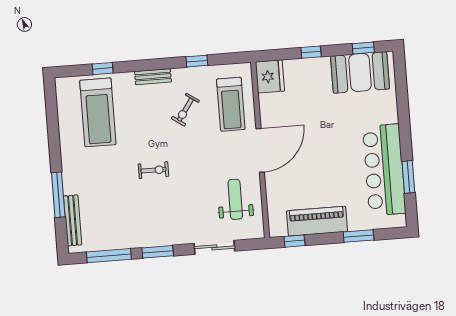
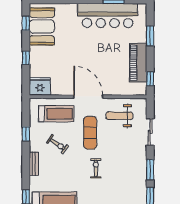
exercise mat: (206, 157) -> (90, 133), added

